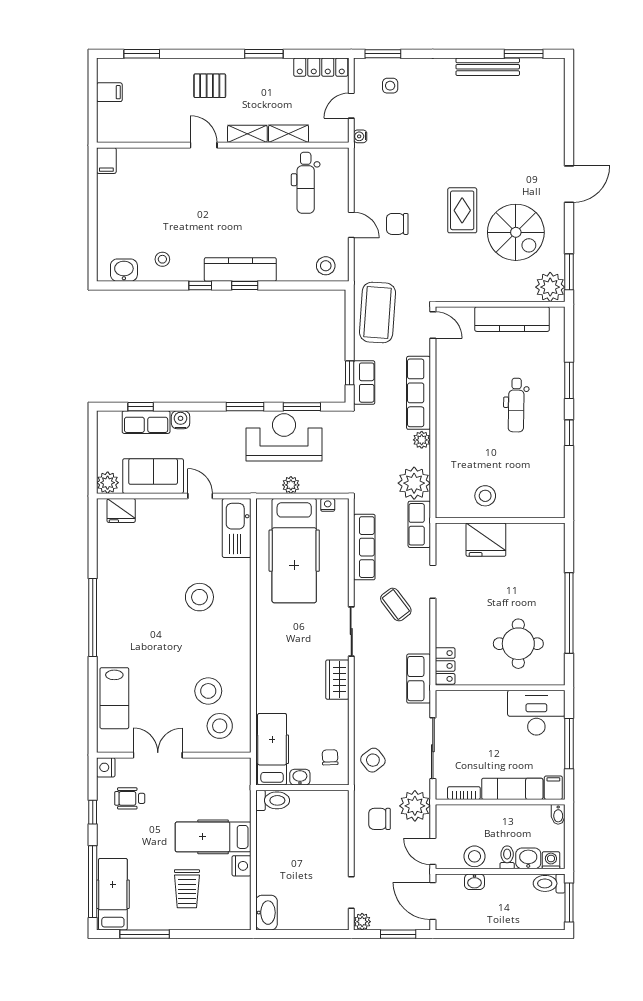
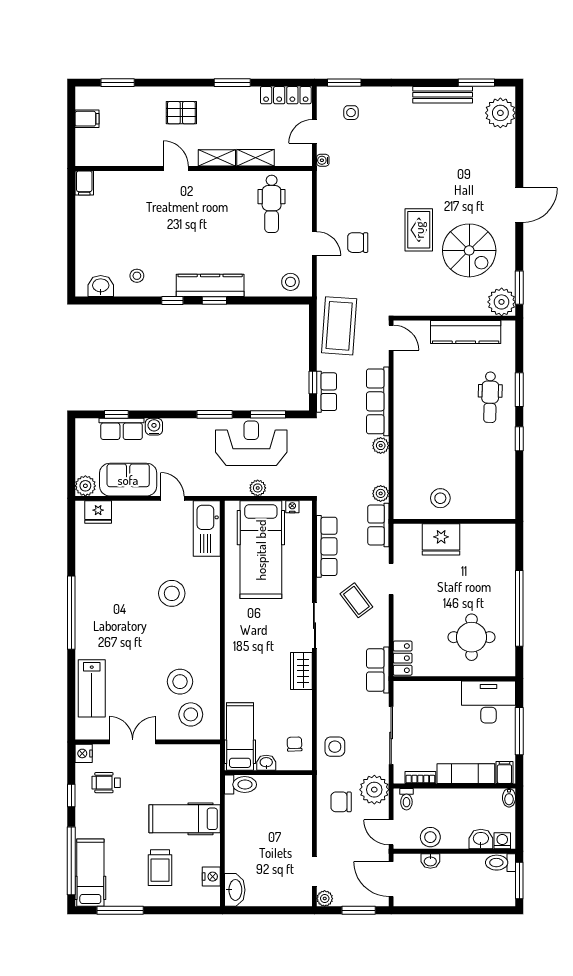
plant: (549, 86) -> (500, 113), added
dental chair: (516, 405) -> (490, 397), moved
plant: (414, 483) -> (381, 493), width x0.53, depth x0.53
side table: (373, 760) -> (335, 747), turned 38
toilet: (507, 857) -> (406, 799), moved, turned 180
nightstand: (241, 866) -> (211, 877), moved

